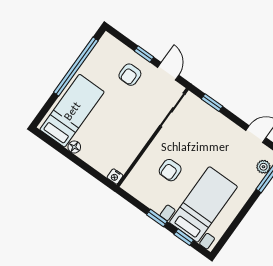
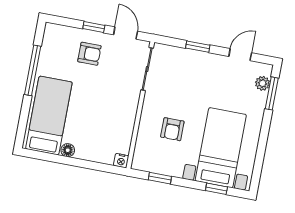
window: (76, 66) -> (33, 70), width x0.68
armchair: (130, 75) -> (89, 54), turned -90
window: (212, 103) -> (198, 47), moved
window: (157, 218) -> (160, 178), moved

